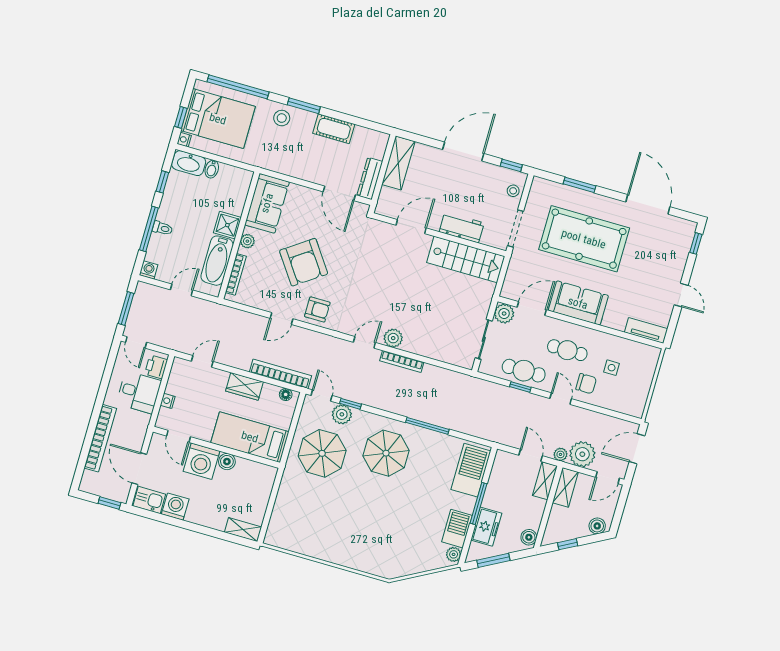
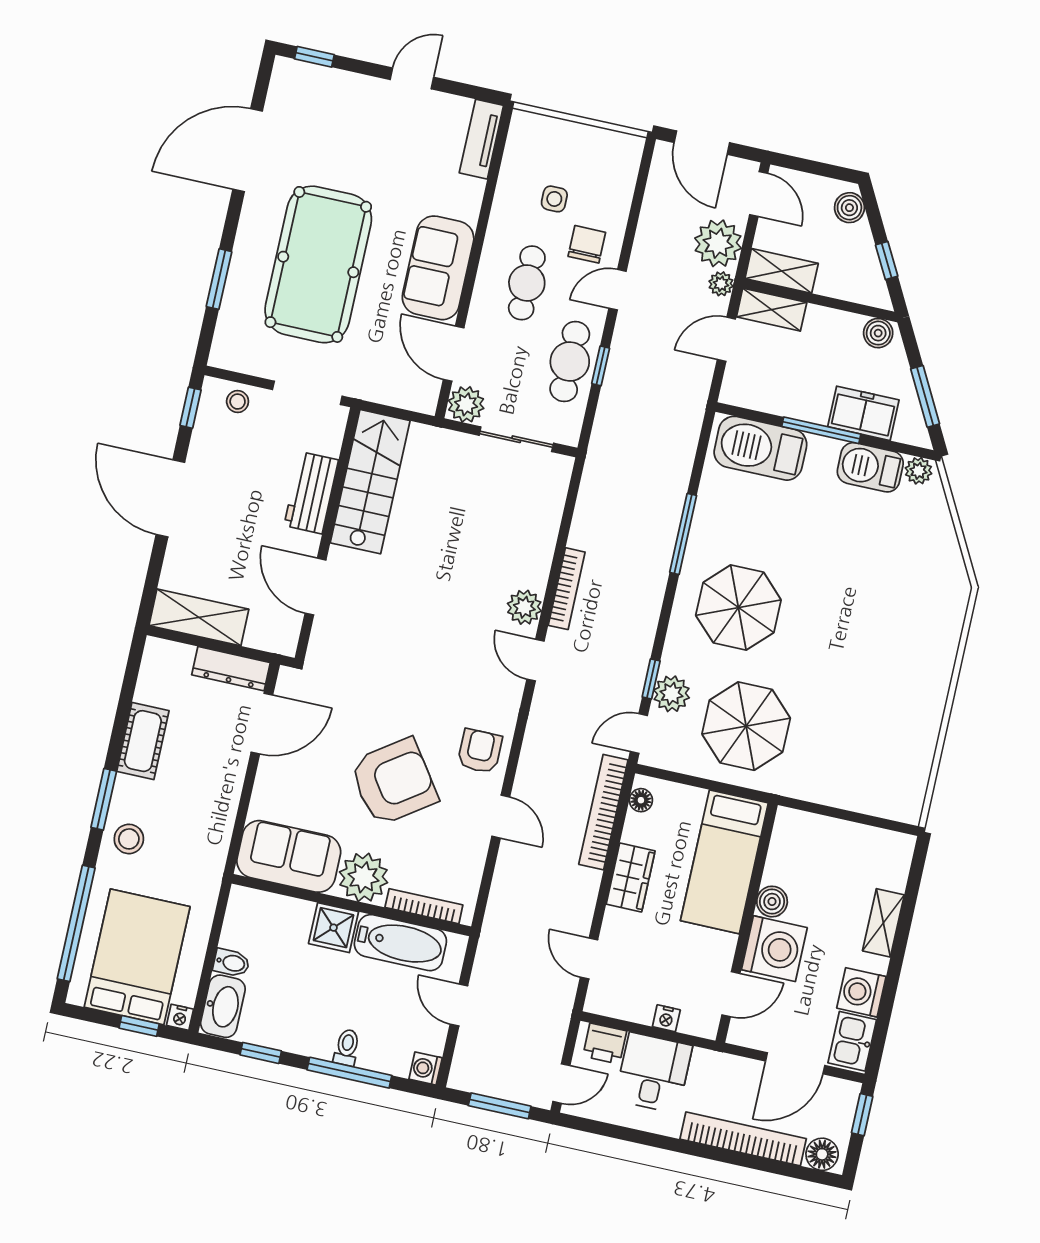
plant: (247, 241) -> (363, 877), width x1.88, depth x1.88
floor lamp: (89, 480) -> (822, 1154), added
shelving: (243, 530) -> (883, 923), moved

